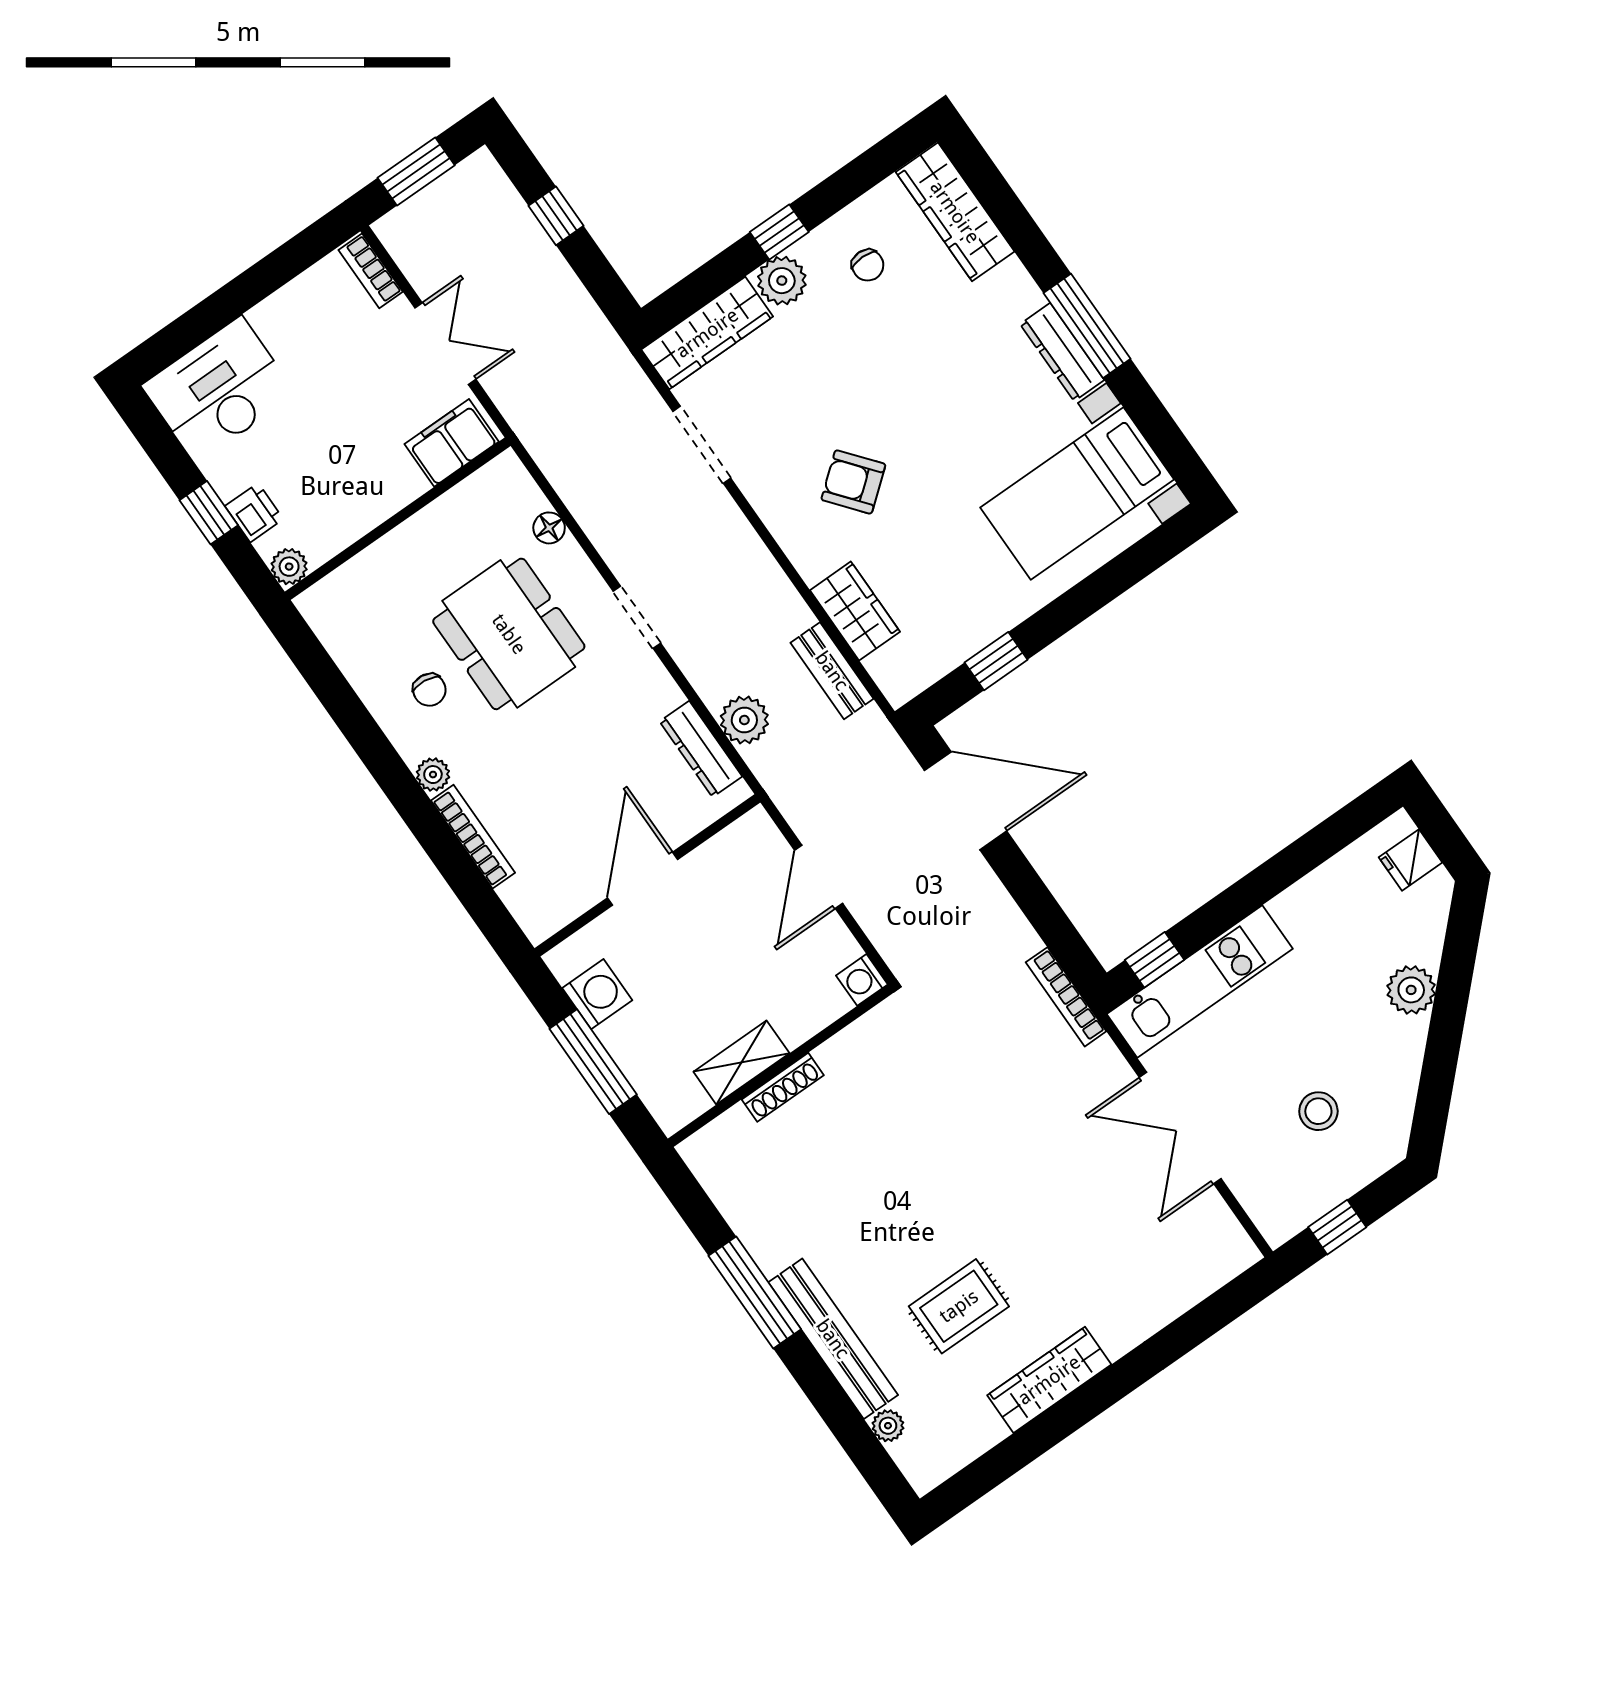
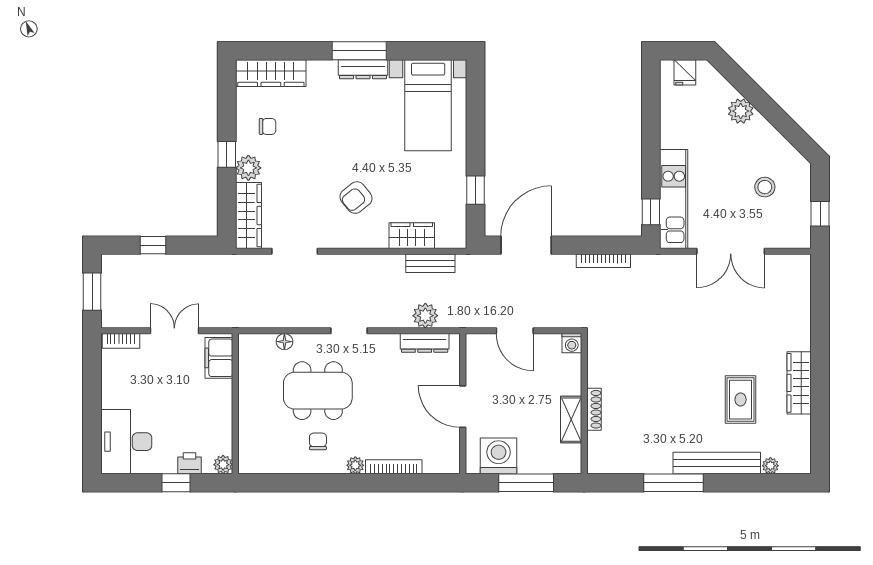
chair: (429, 690) -> (318, 441), turned -96
washing machine: (597, 994) -> (499, 456), width x1.37, depth x1.37
bookcase: (1066, 997) -> (603, 261), moved

